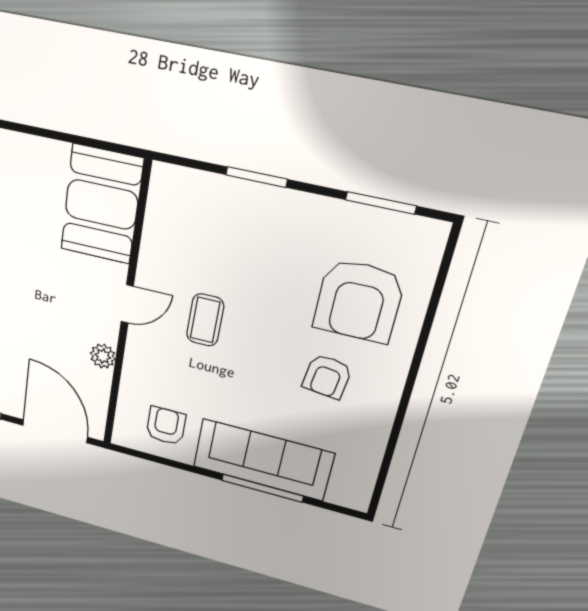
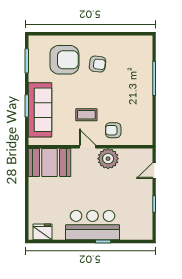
plant: (103, 356) -> (108, 159), width x1.87, depth x1.87
armchair: (166, 426) -> (113, 130), moved
door: (55, 431) -> (154, 171), width x0.53
sofa: (263, 460) -> (40, 110), moved, turned 180

